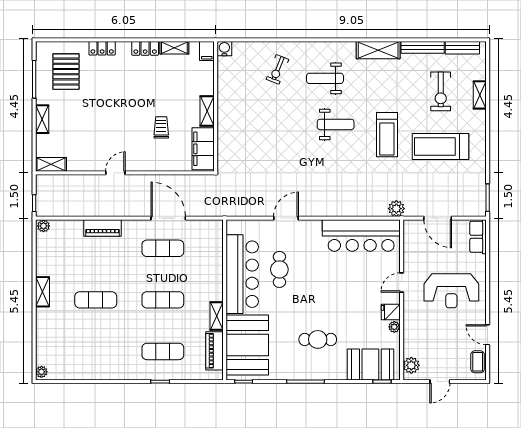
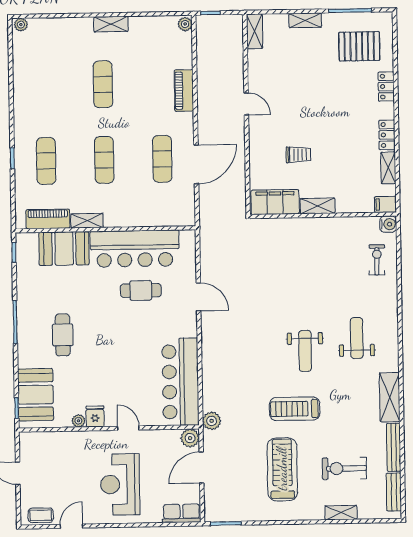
exercise bike: (278, 69) -> (377, 260), moved, turned 69
booth: (247, 345) -> (64, 248), width x0.73, depth x0.70
plant: (411, 365) -> (190, 438), moved

